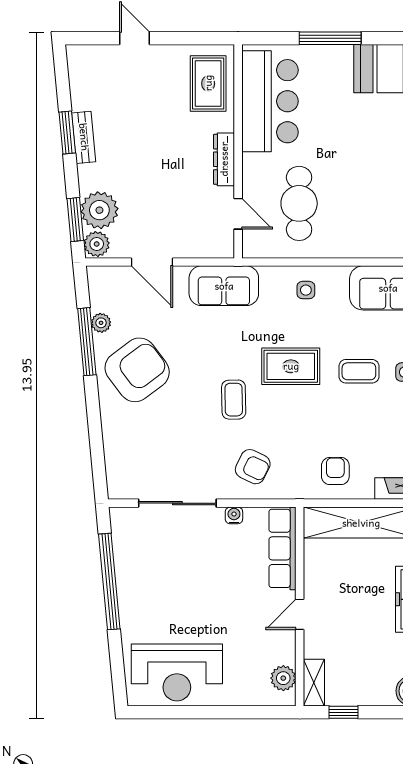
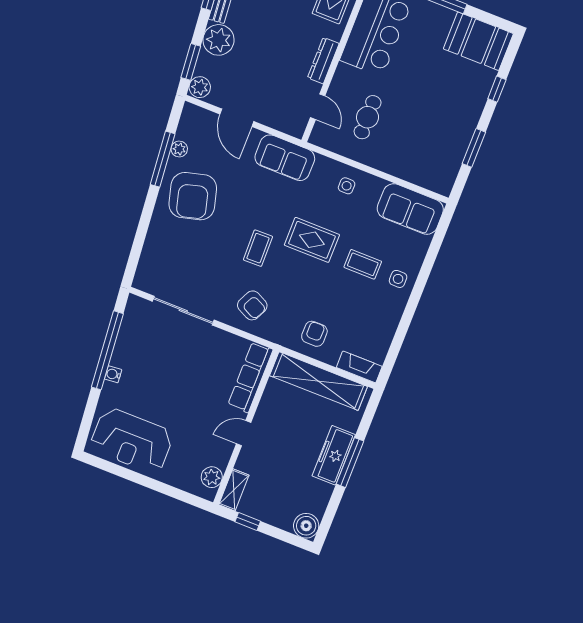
cafe table: (299, 203) -> (368, 117), width x0.73, depth x0.74
plant: (99, 210) -> (218, 40), moved
armchair: (137, 370) -> (193, 196), turned 112
water cooler: (234, 515) -> (113, 374), moved, turned -95

